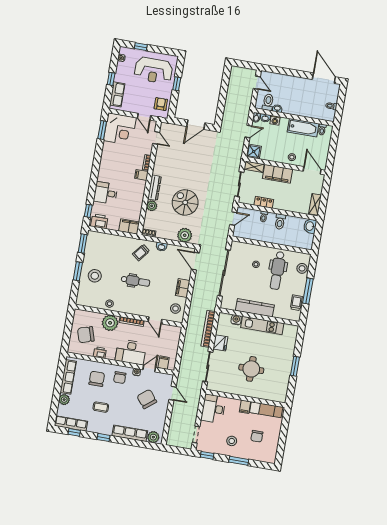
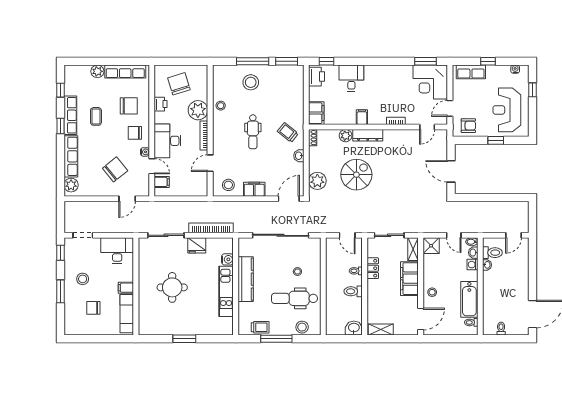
filing cabinet: (141, 175) -> (362, 117), moved
window: (78, 271) -> (253, 61), width x1.44
row of seats: (71, 423) -> (70, 115), moved

